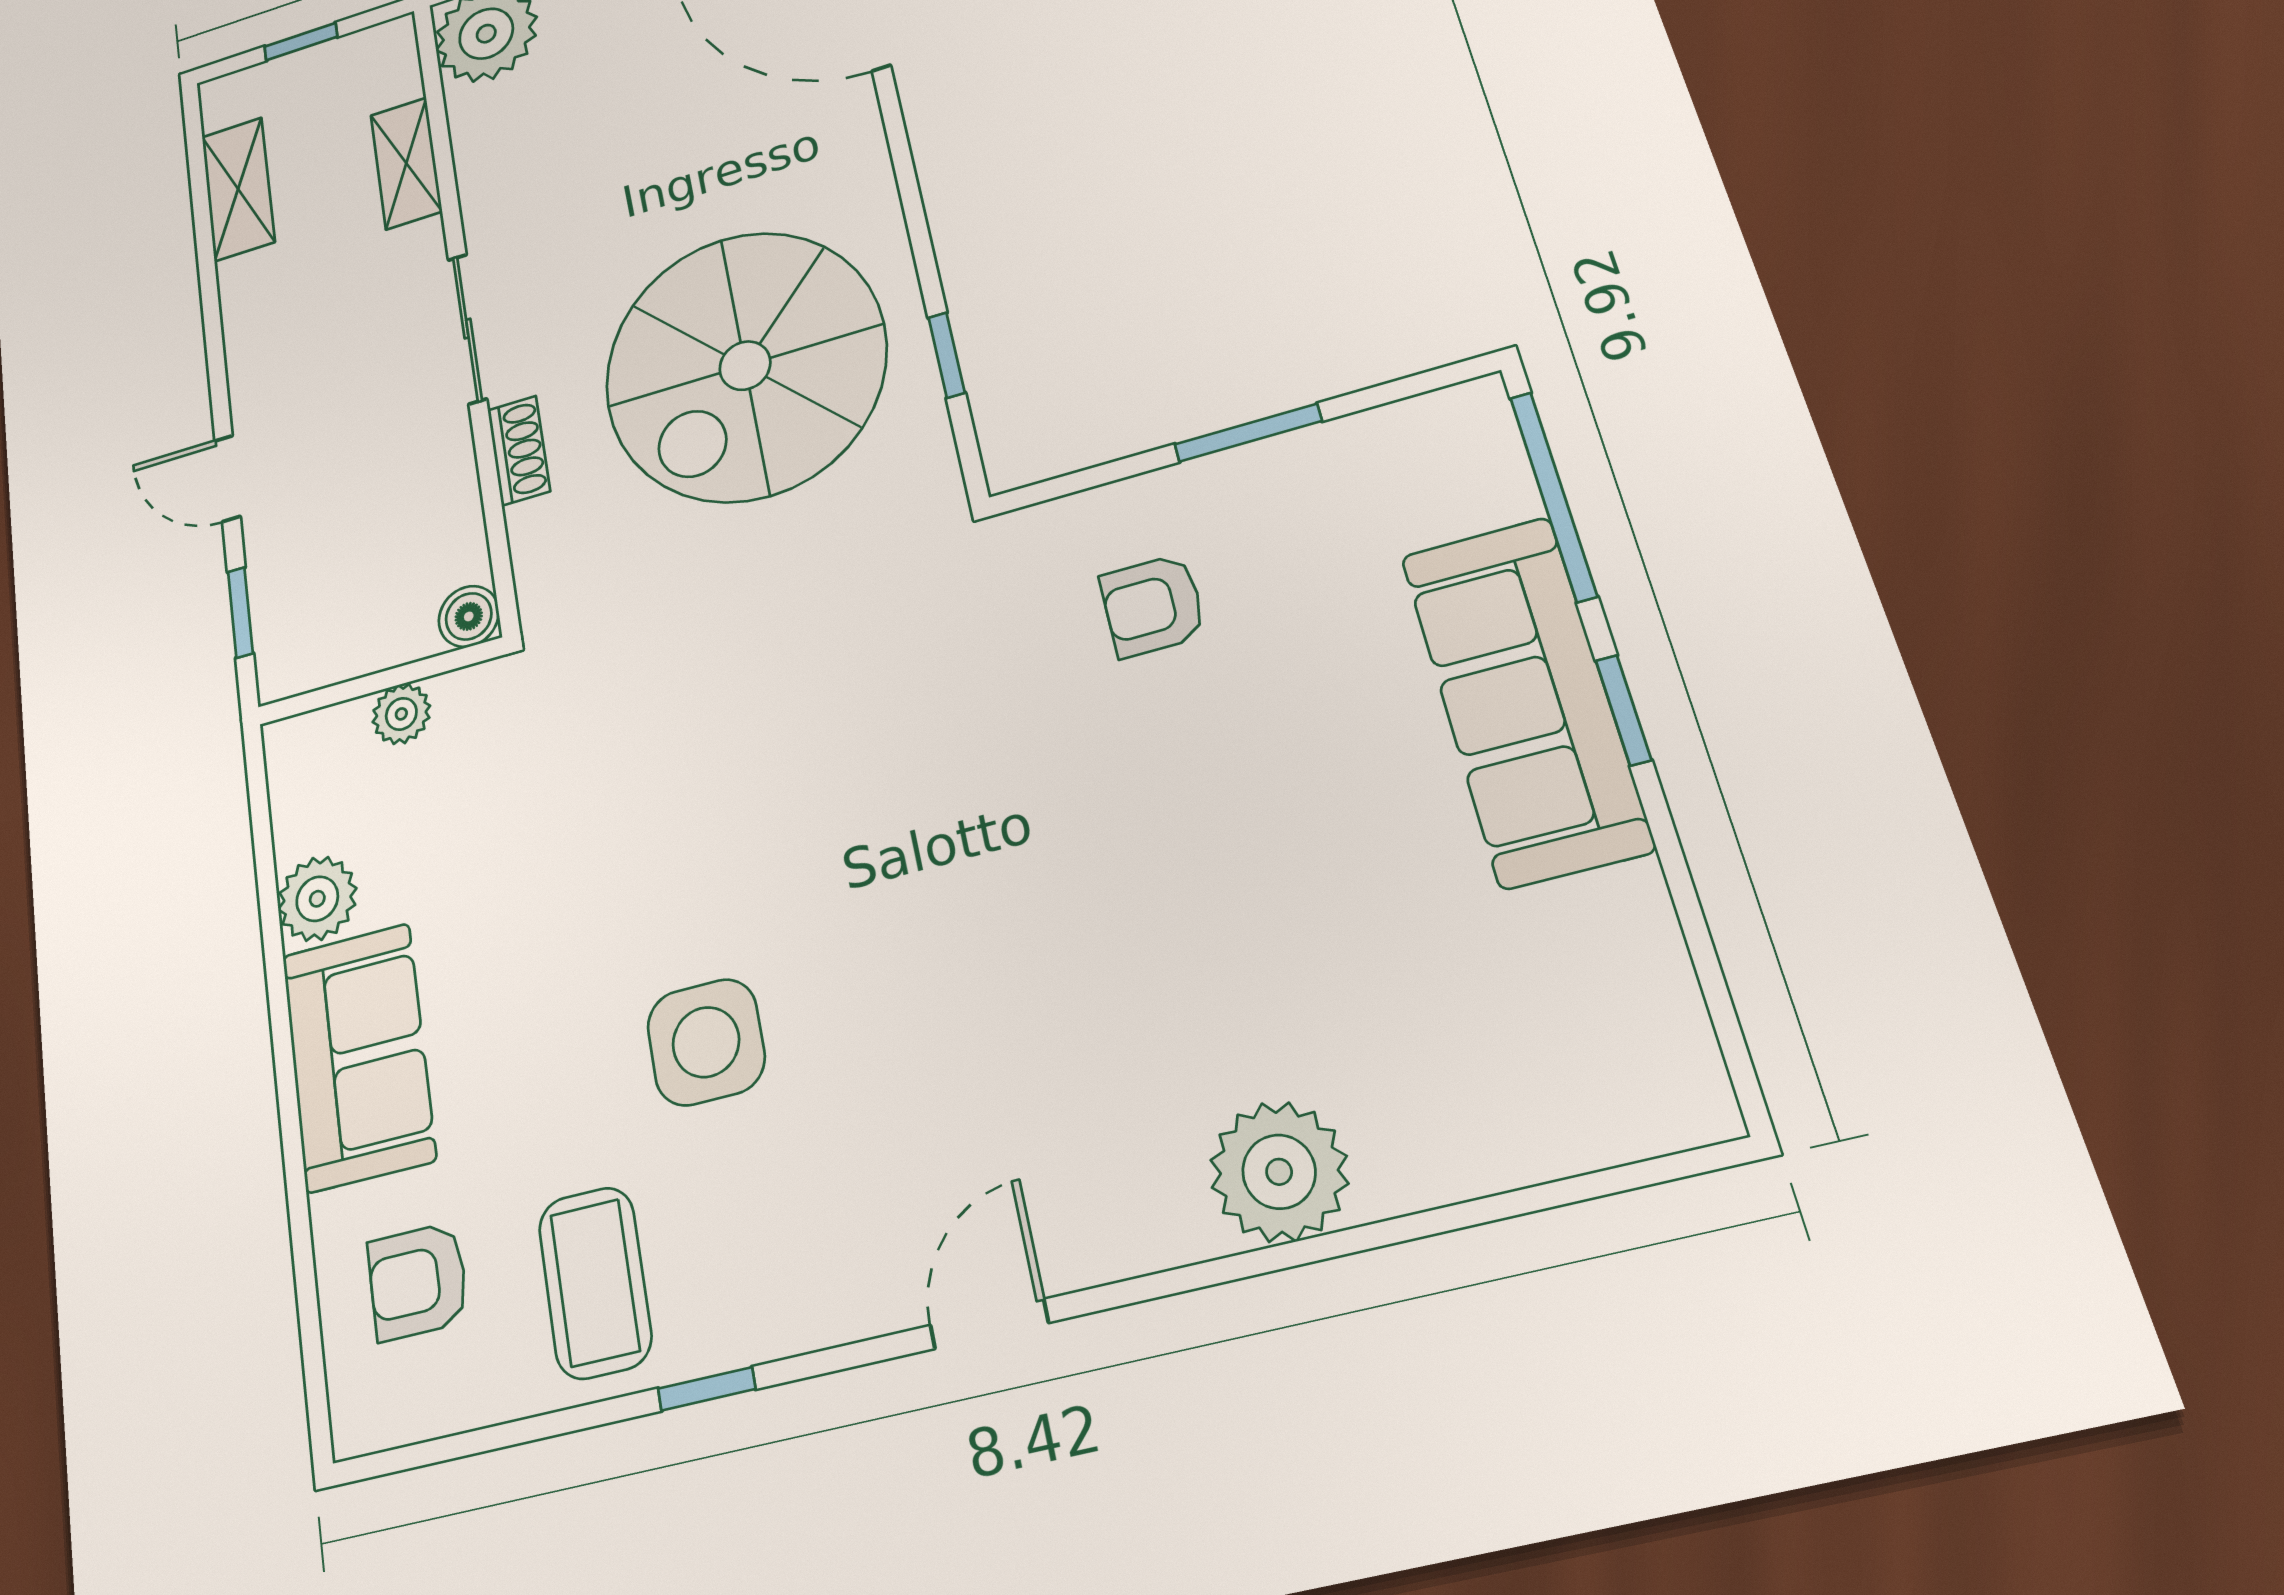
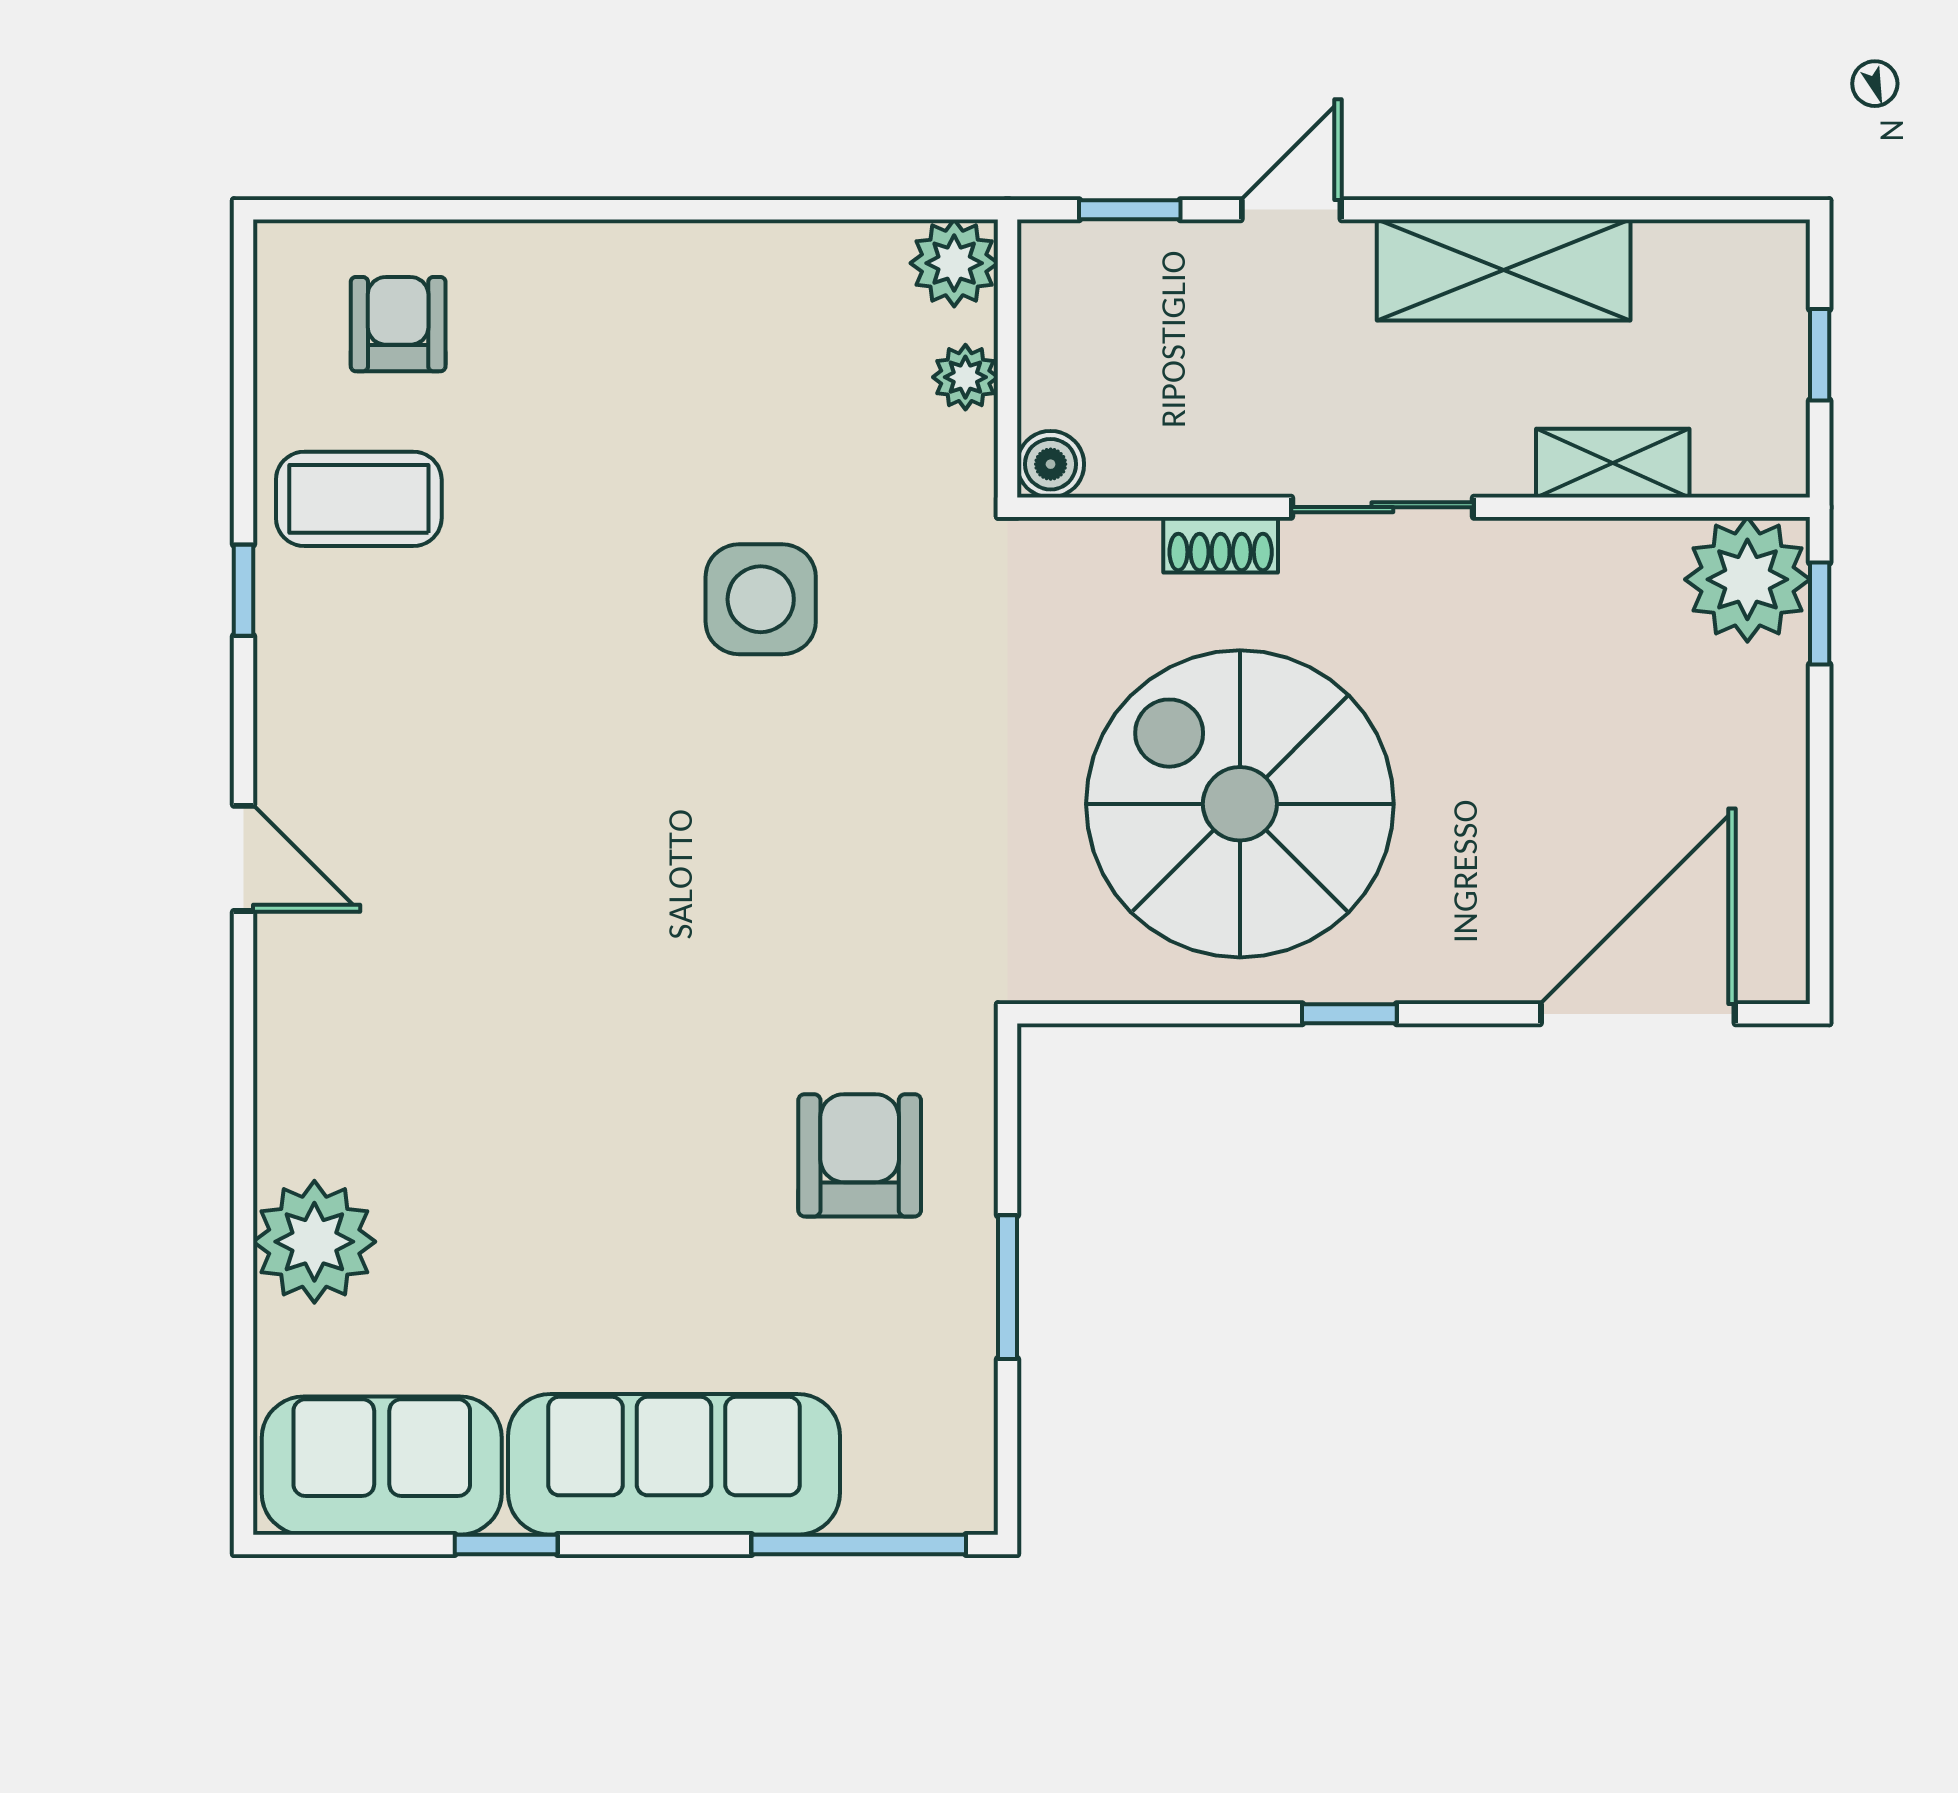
shelving: (238, 189) -> (1504, 270), moved, width x1.50, depth x1.33
window: (947, 355) -> (1349, 1014), moved
armchair: (1153, 606) -> (860, 1155), width x1.38, depth x1.38
window: (1623, 710) -> (506, 1545), moved
plant: (317, 899) -> (954, 263), moved
side table: (706, 1042) -> (761, 599), moved
sofa: (358, 1057) -> (382, 1466), moved, turned 180
plant: (1279, 1172) -> (314, 1242), moved

